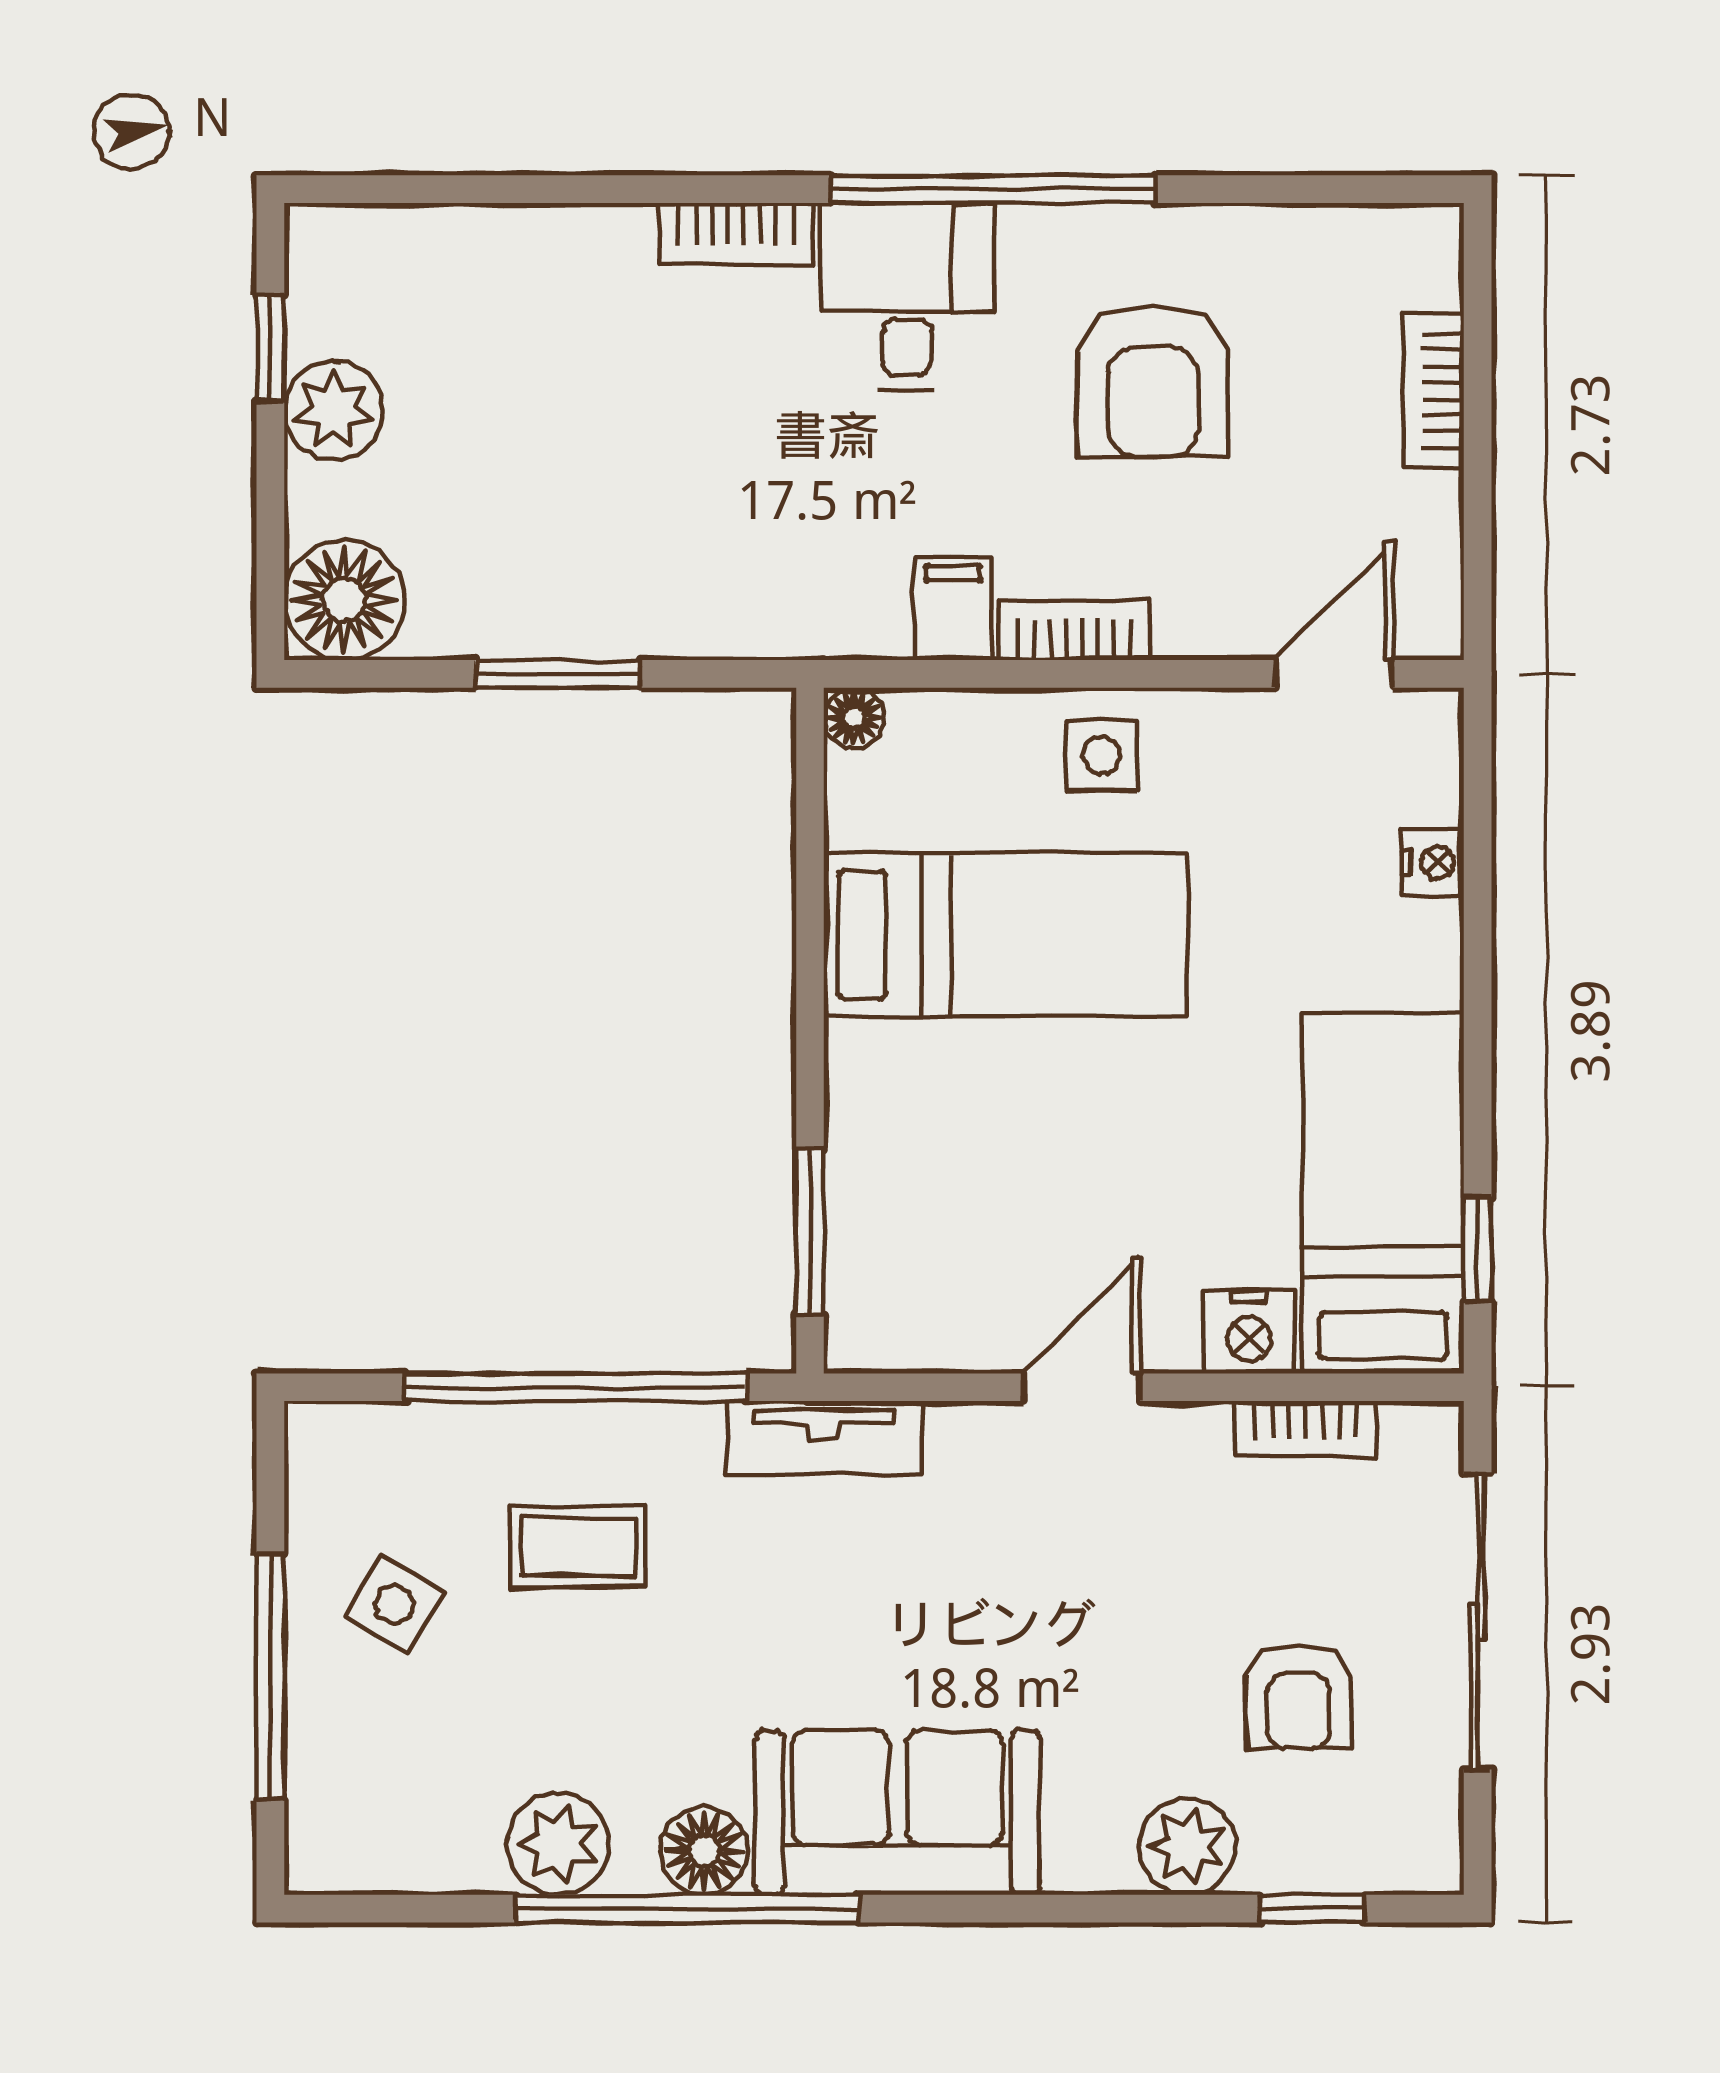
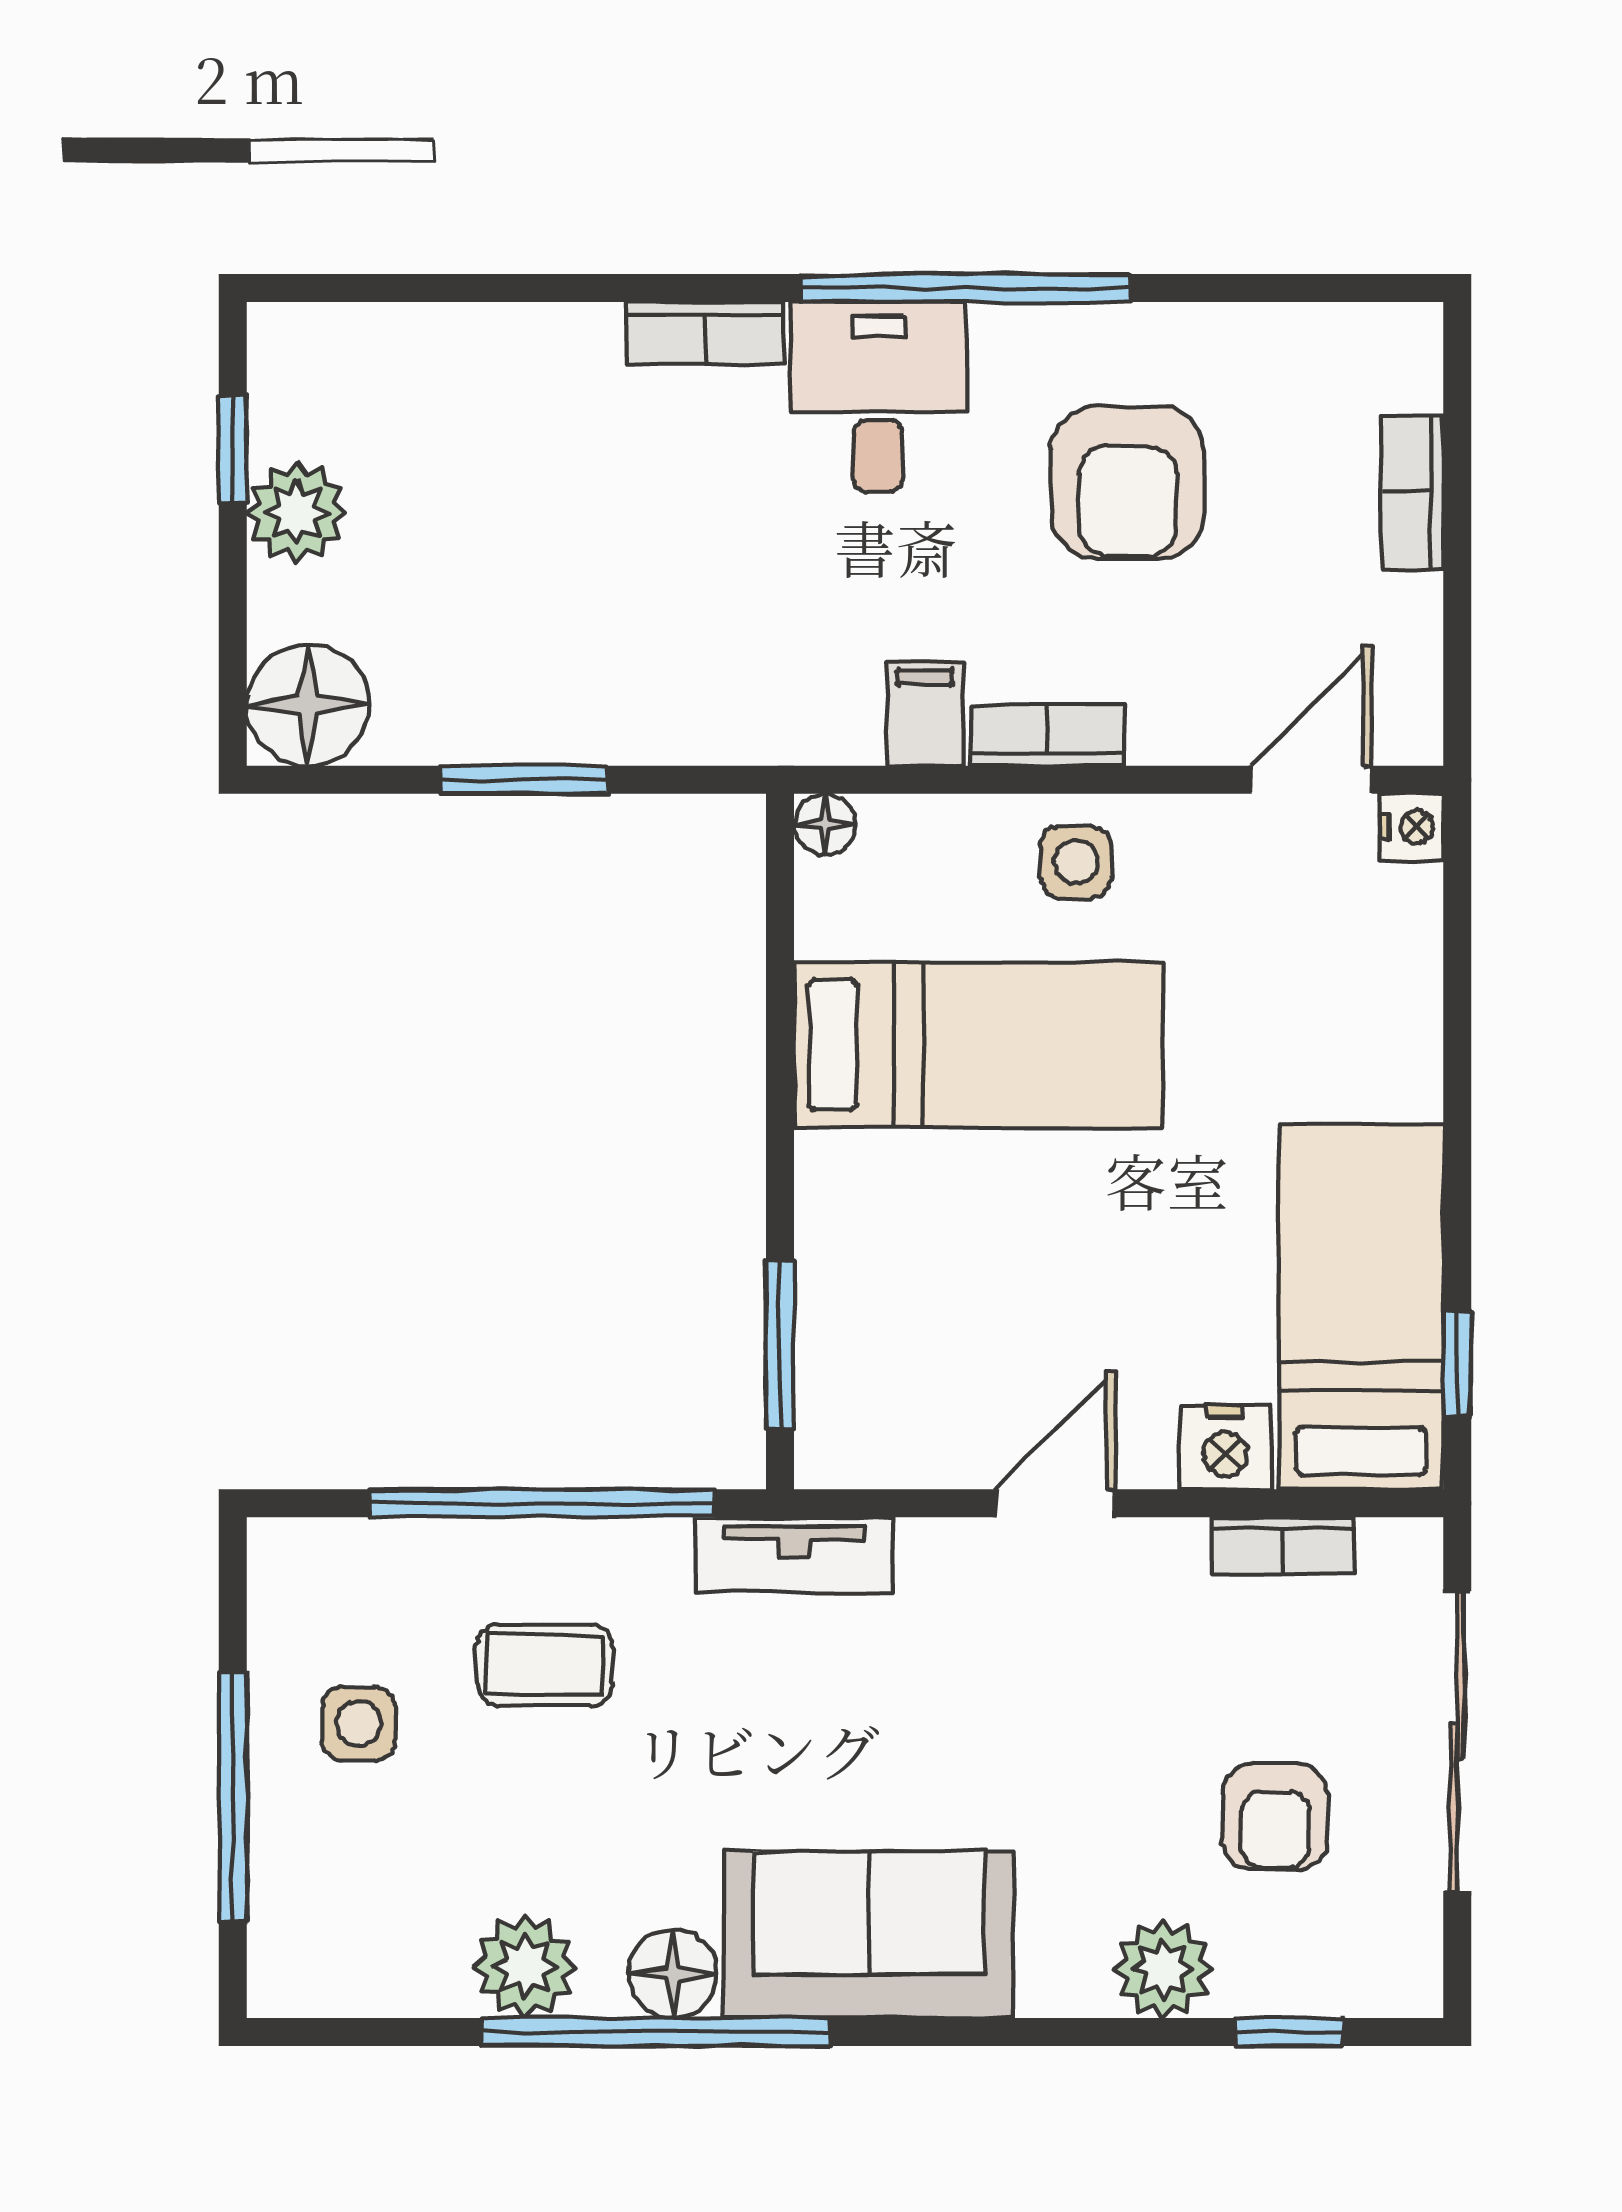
nightstand: (1433, 863) -> (1412, 827), moved
side table: (394, 1605) -> (358, 1724), turned -31

